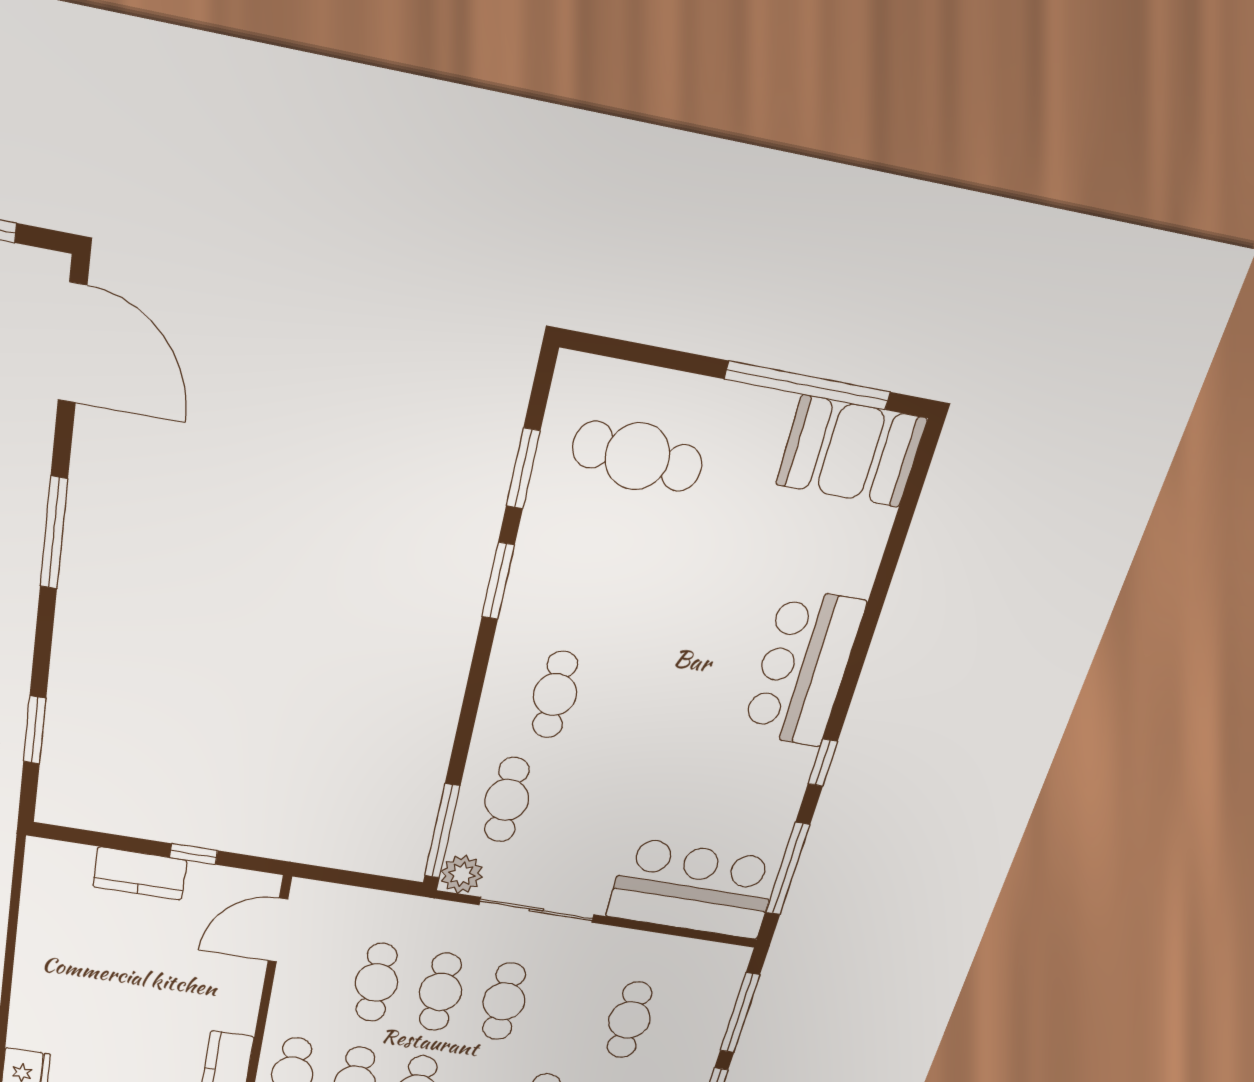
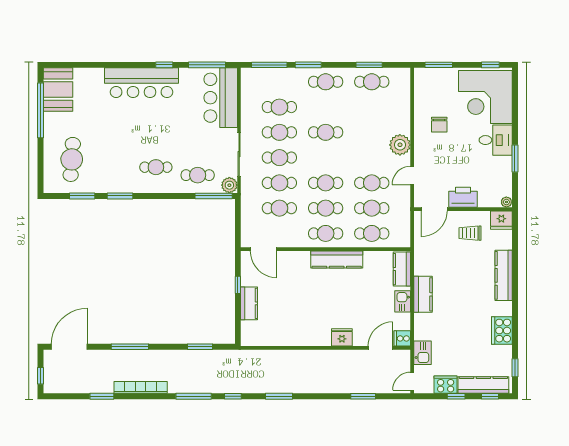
bar counter: (803, 668) -> (142, 83), width x1.36
cafe table: (567, 1011) -> (279, 132), added

